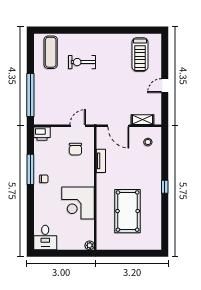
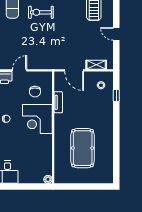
door: (165, 86) -> (116, 34), hinge flipped
door: (78, 126) -> (20, 70), moved
window: (165, 187) -> (116, 96), moved
corner desk: (78, 203) -> (37, 119), moved

